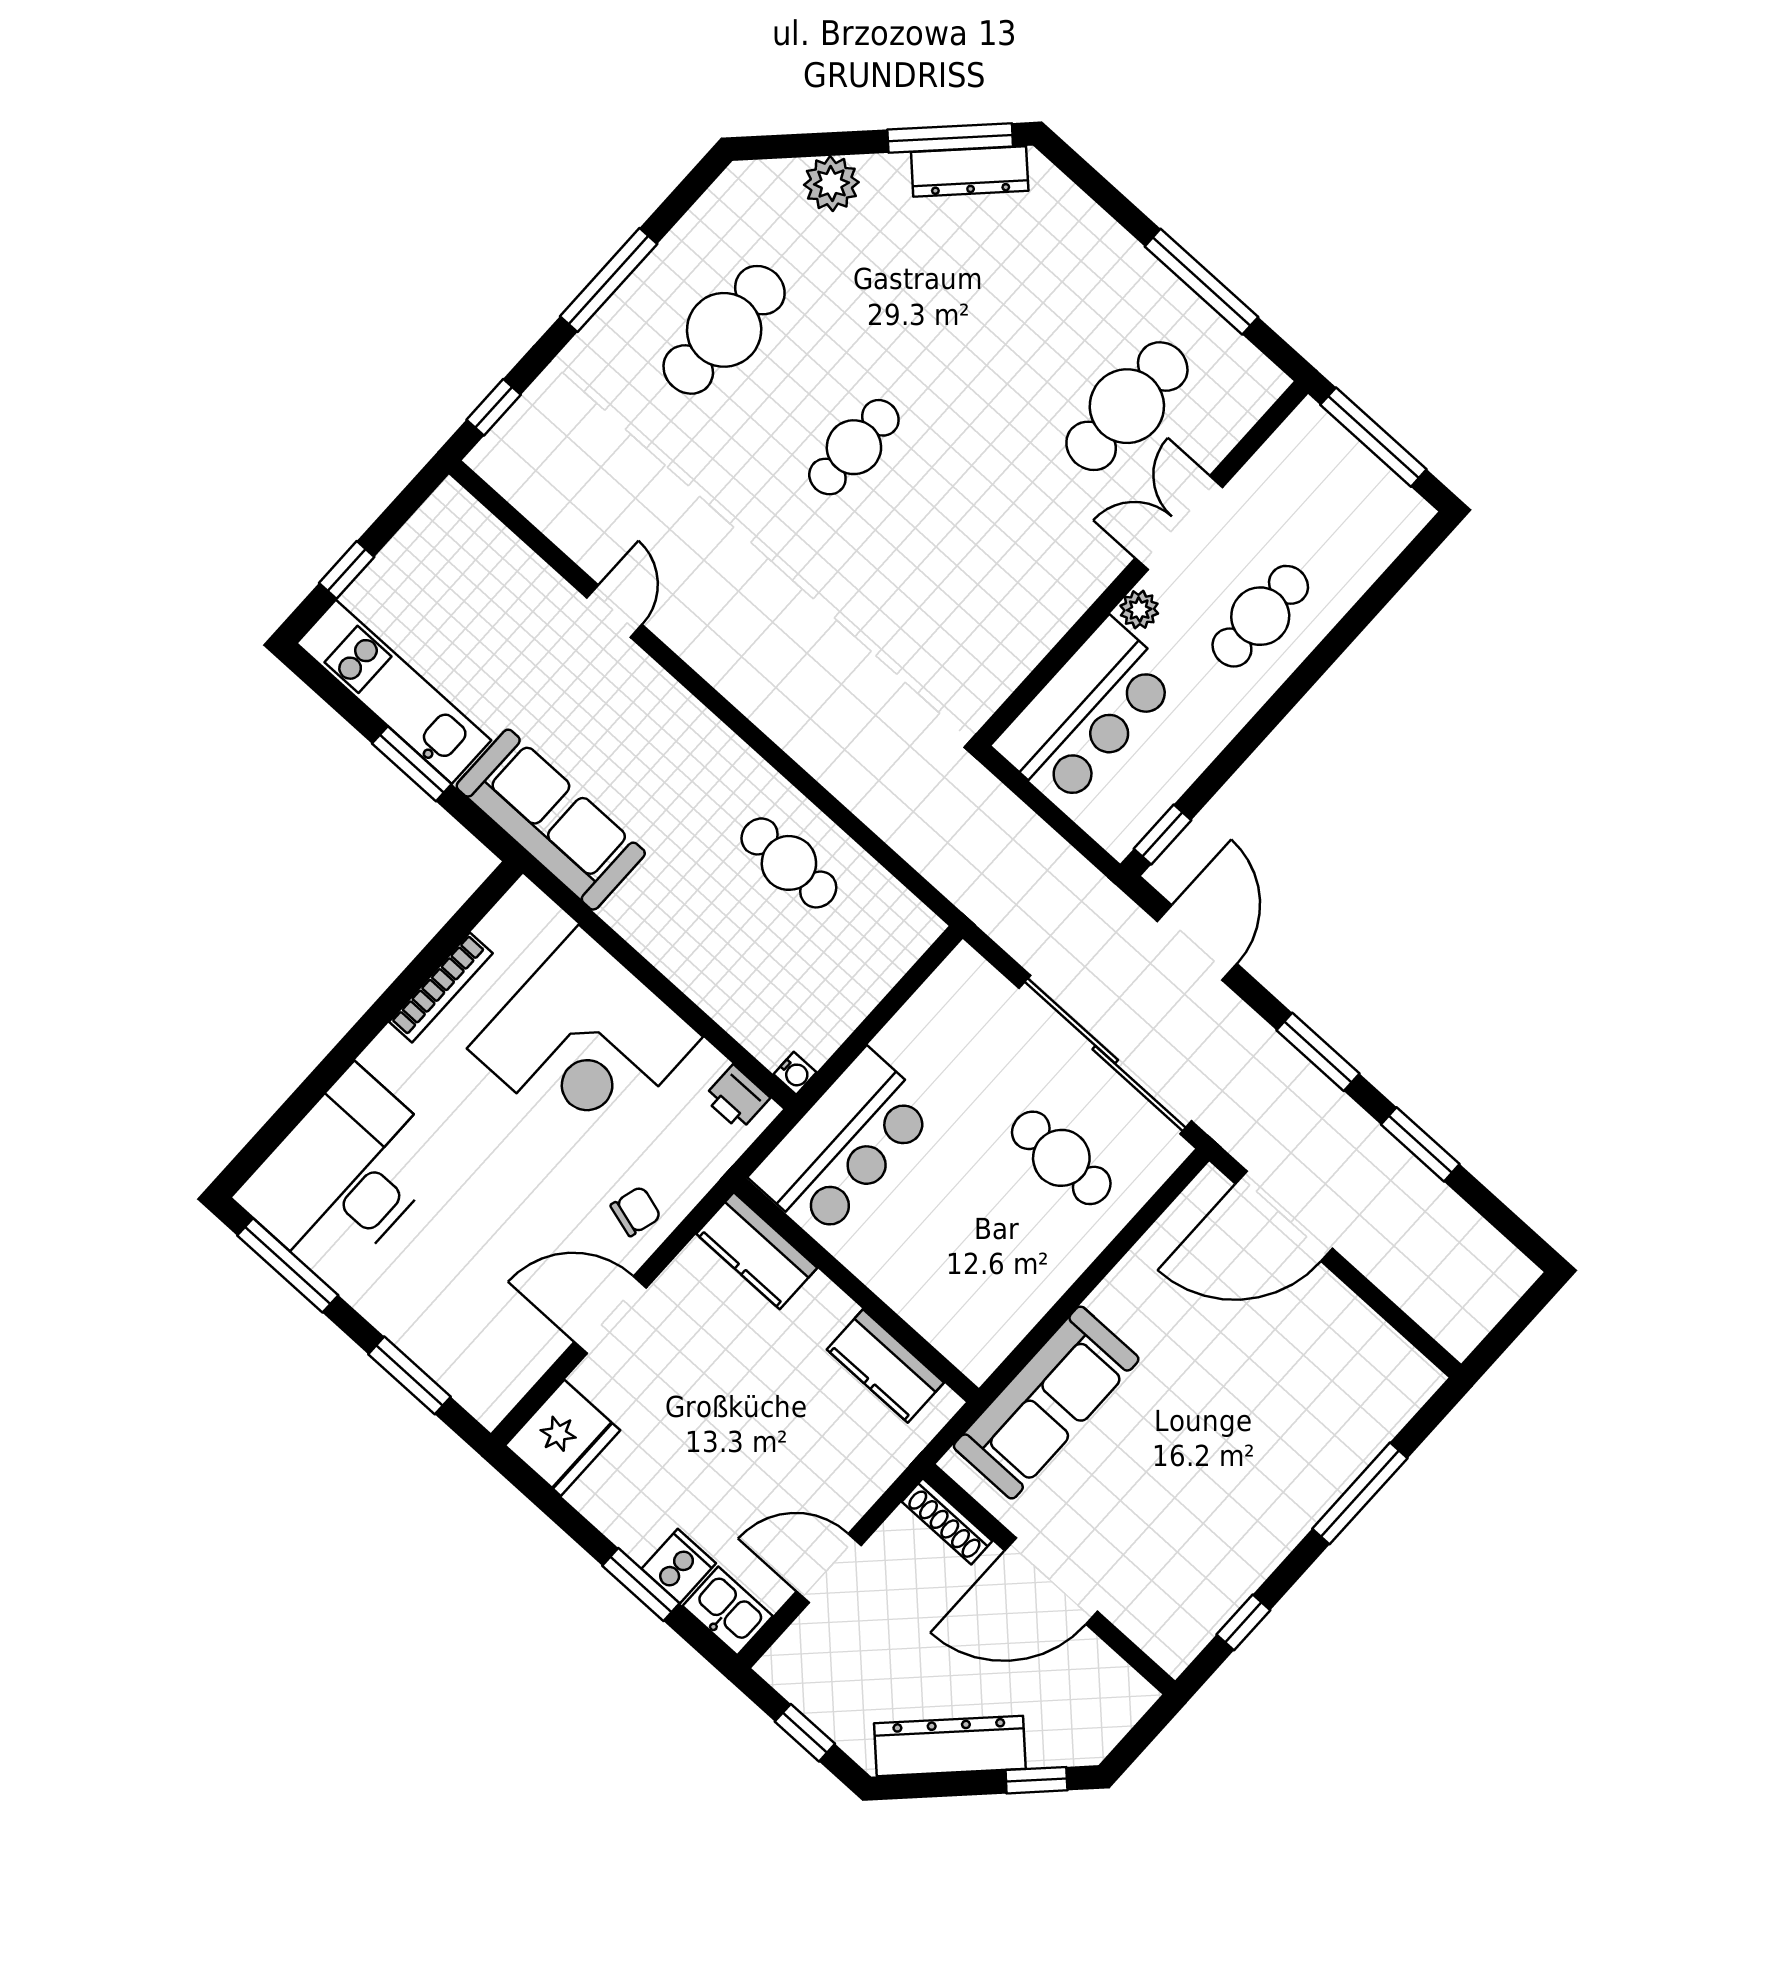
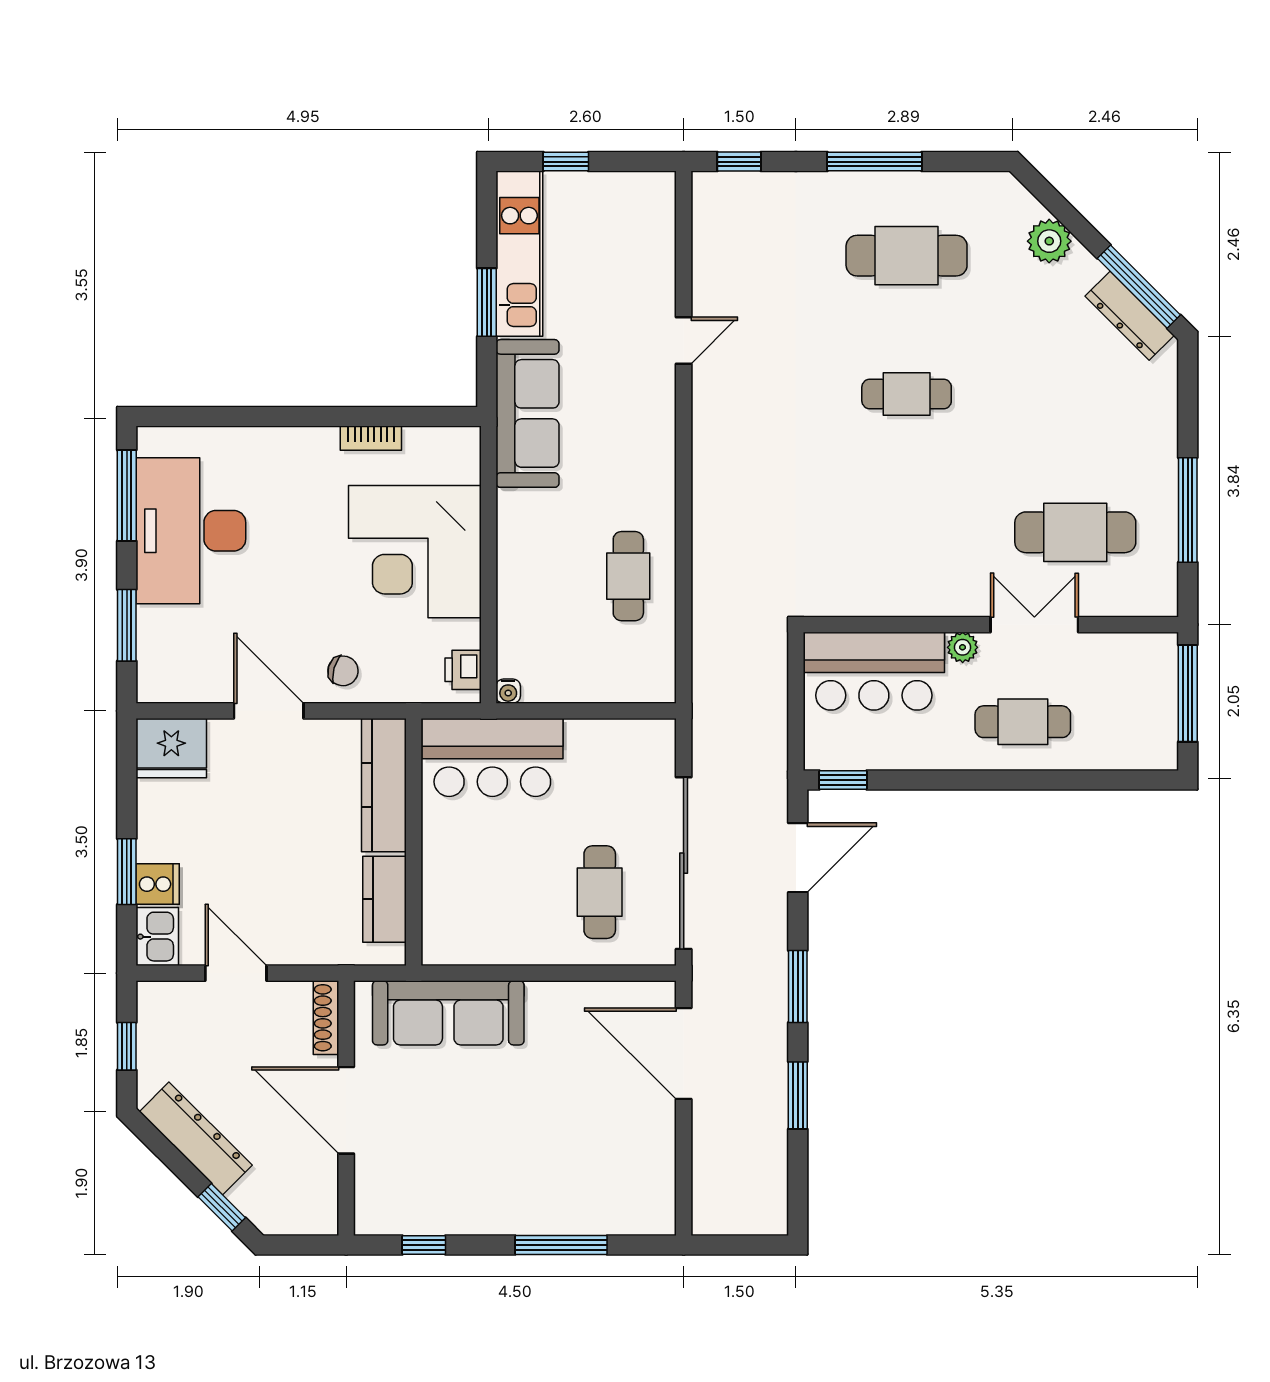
bookcase: (441, 987) -> (371, 438), width x0.64
desk: (344, 1175) -> (191, 531), moved, turned -90
kitchen counter: (757, 1251) -> (384, 785), width x1.50

